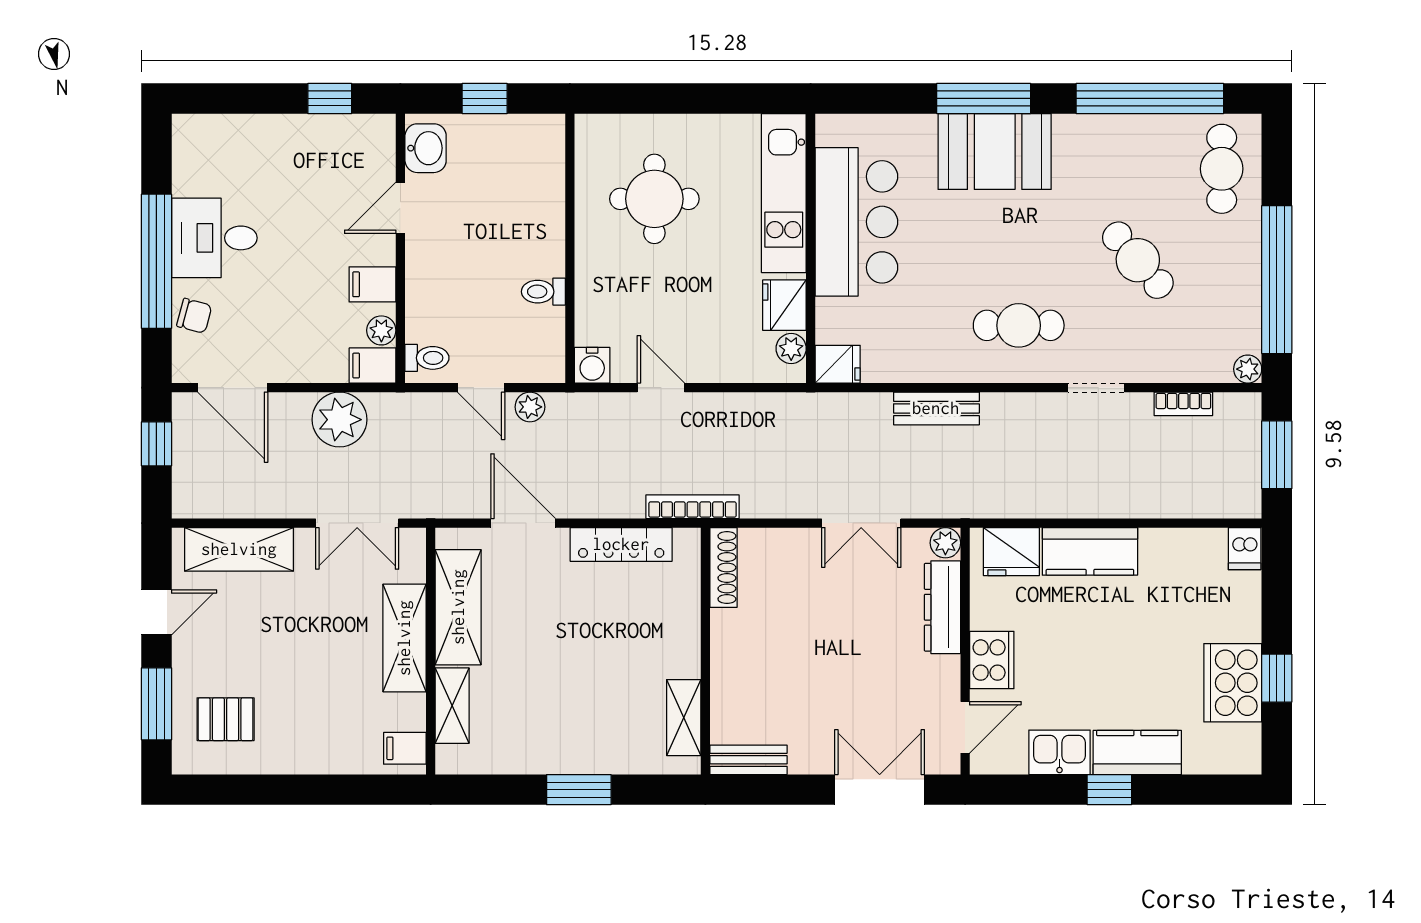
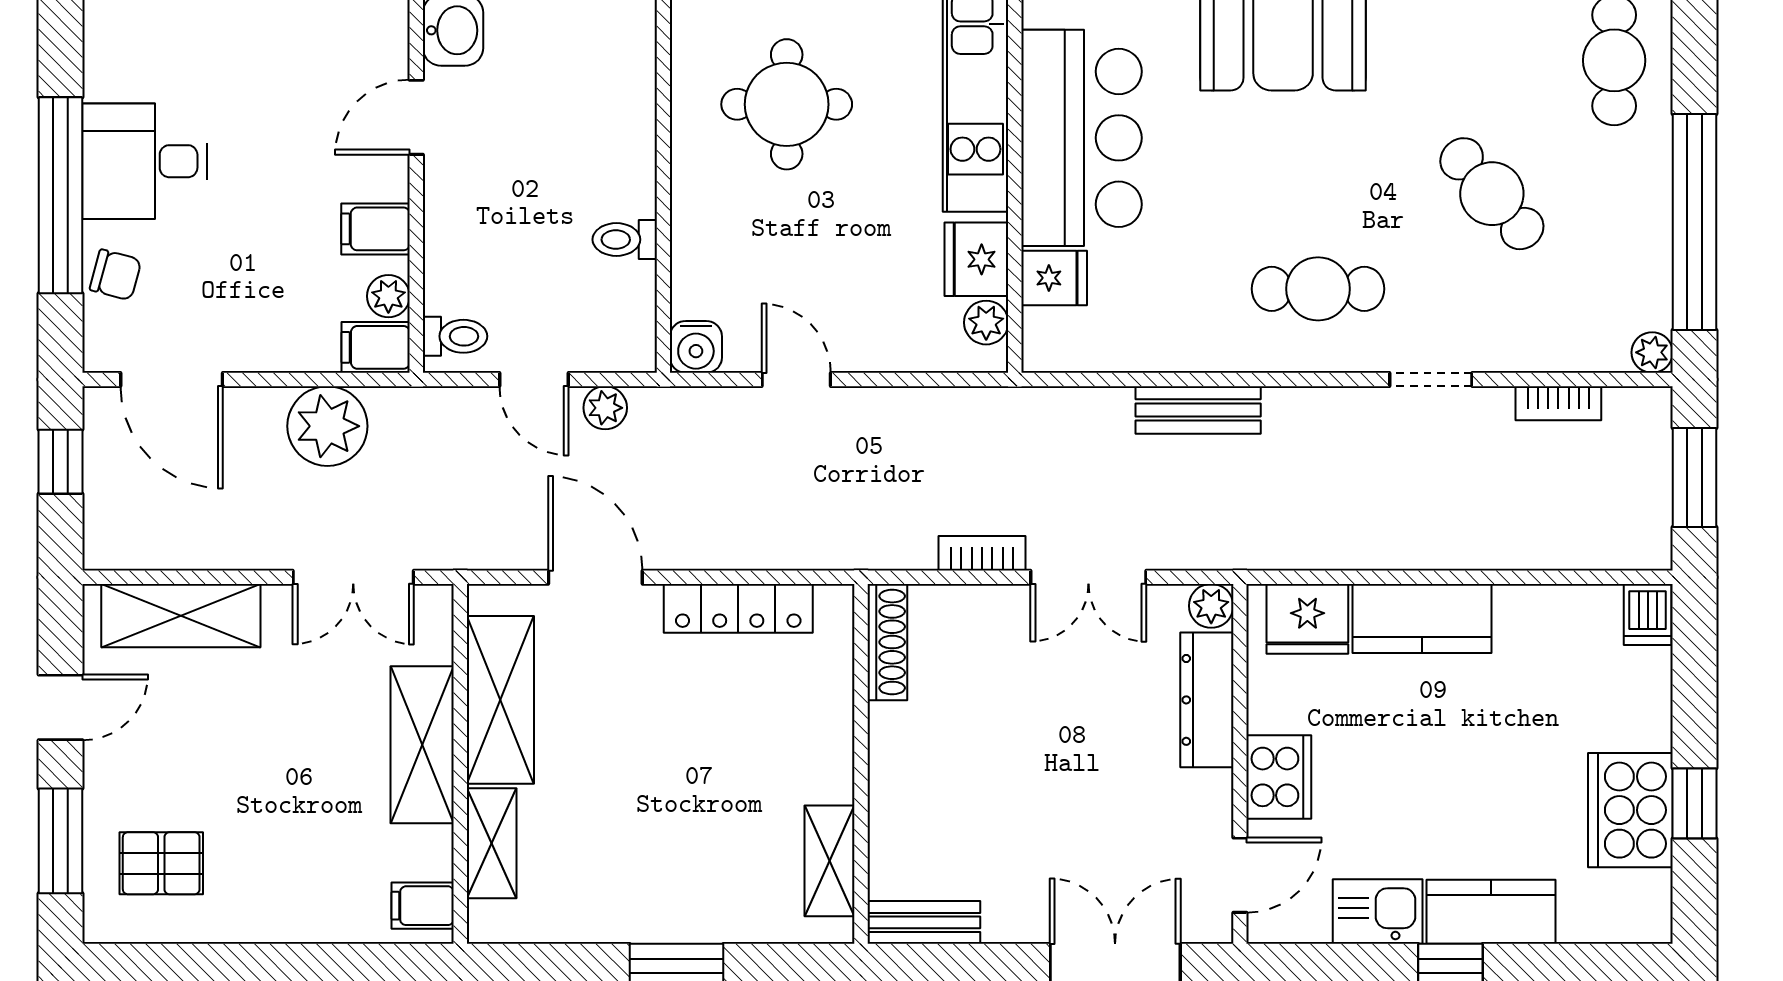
fridge: (838, 364) -> (1054, 278), moved
bookcase: (693, 507) -> (982, 553), moved, width x0.64

